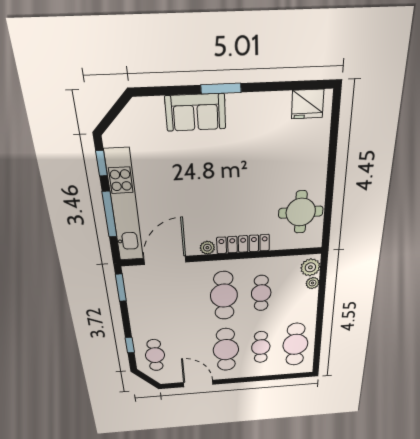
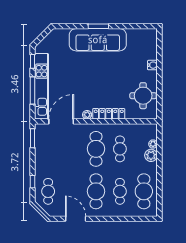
fridge: (308, 104) -> (144, 36), removed
sofa: (196, 112) -> (98, 40), width x1.85, depth x1.27
water cooler: (320, 159) -> (152, 65), added
plant: (310, 267) -> (151, 155), moved

